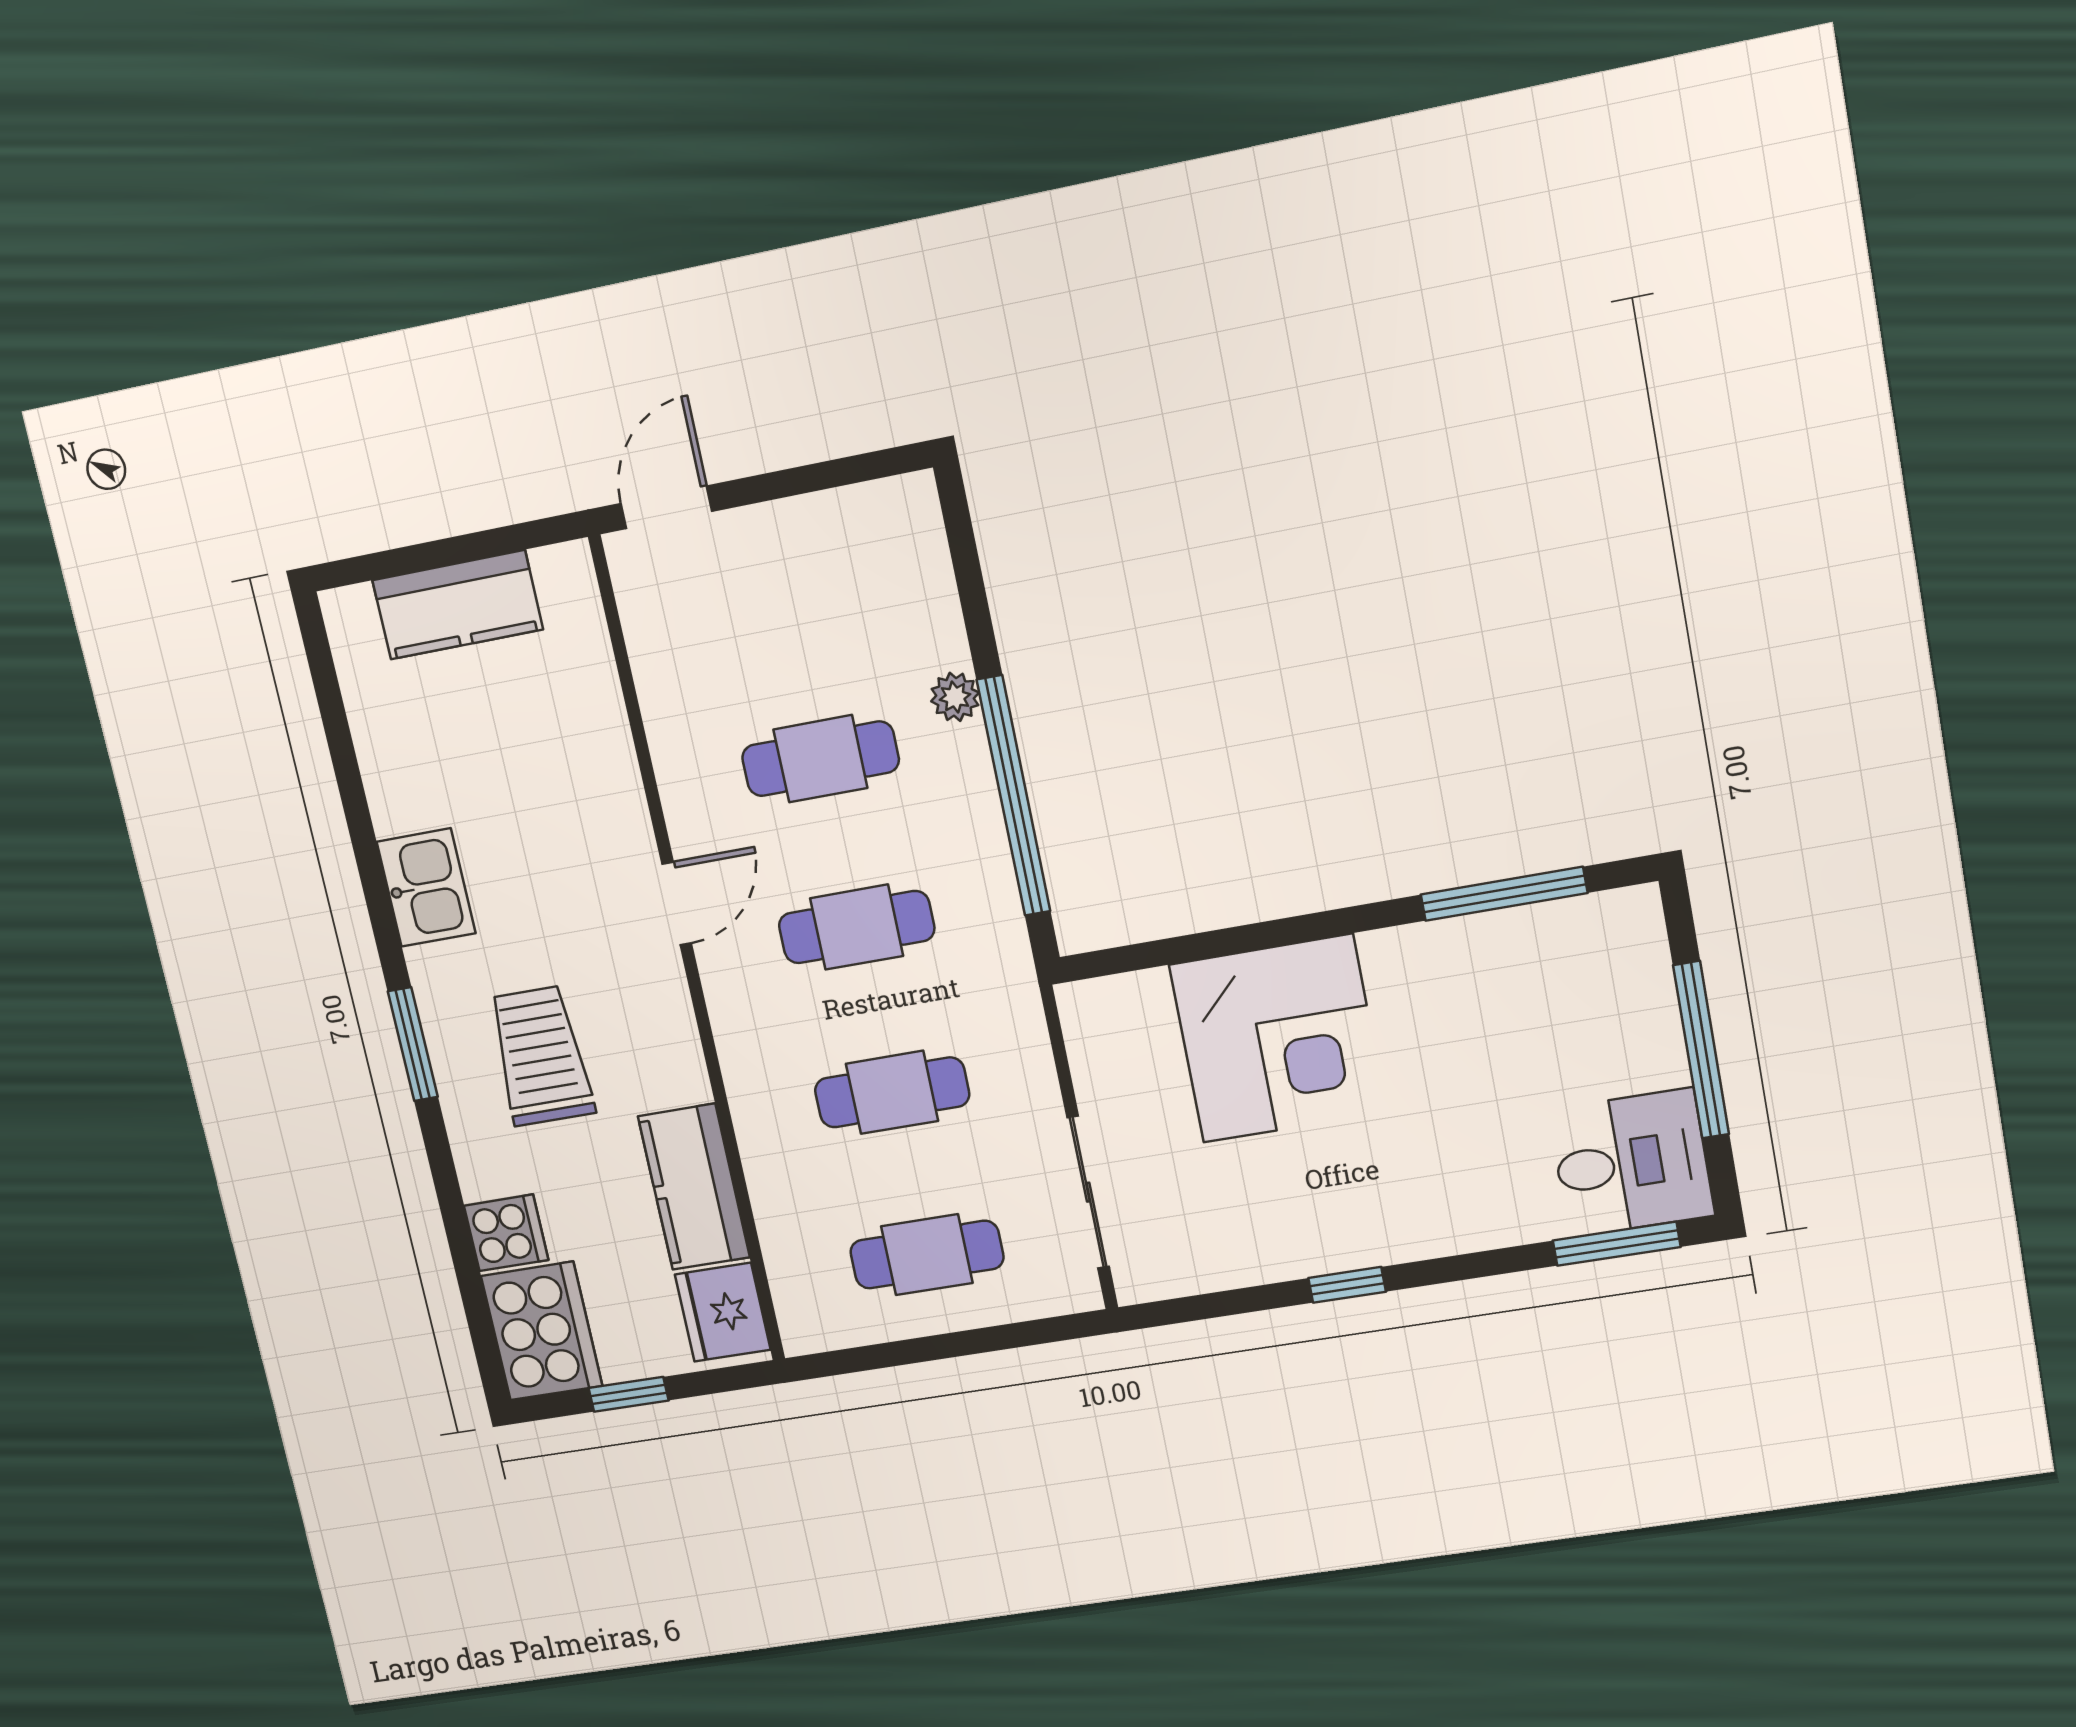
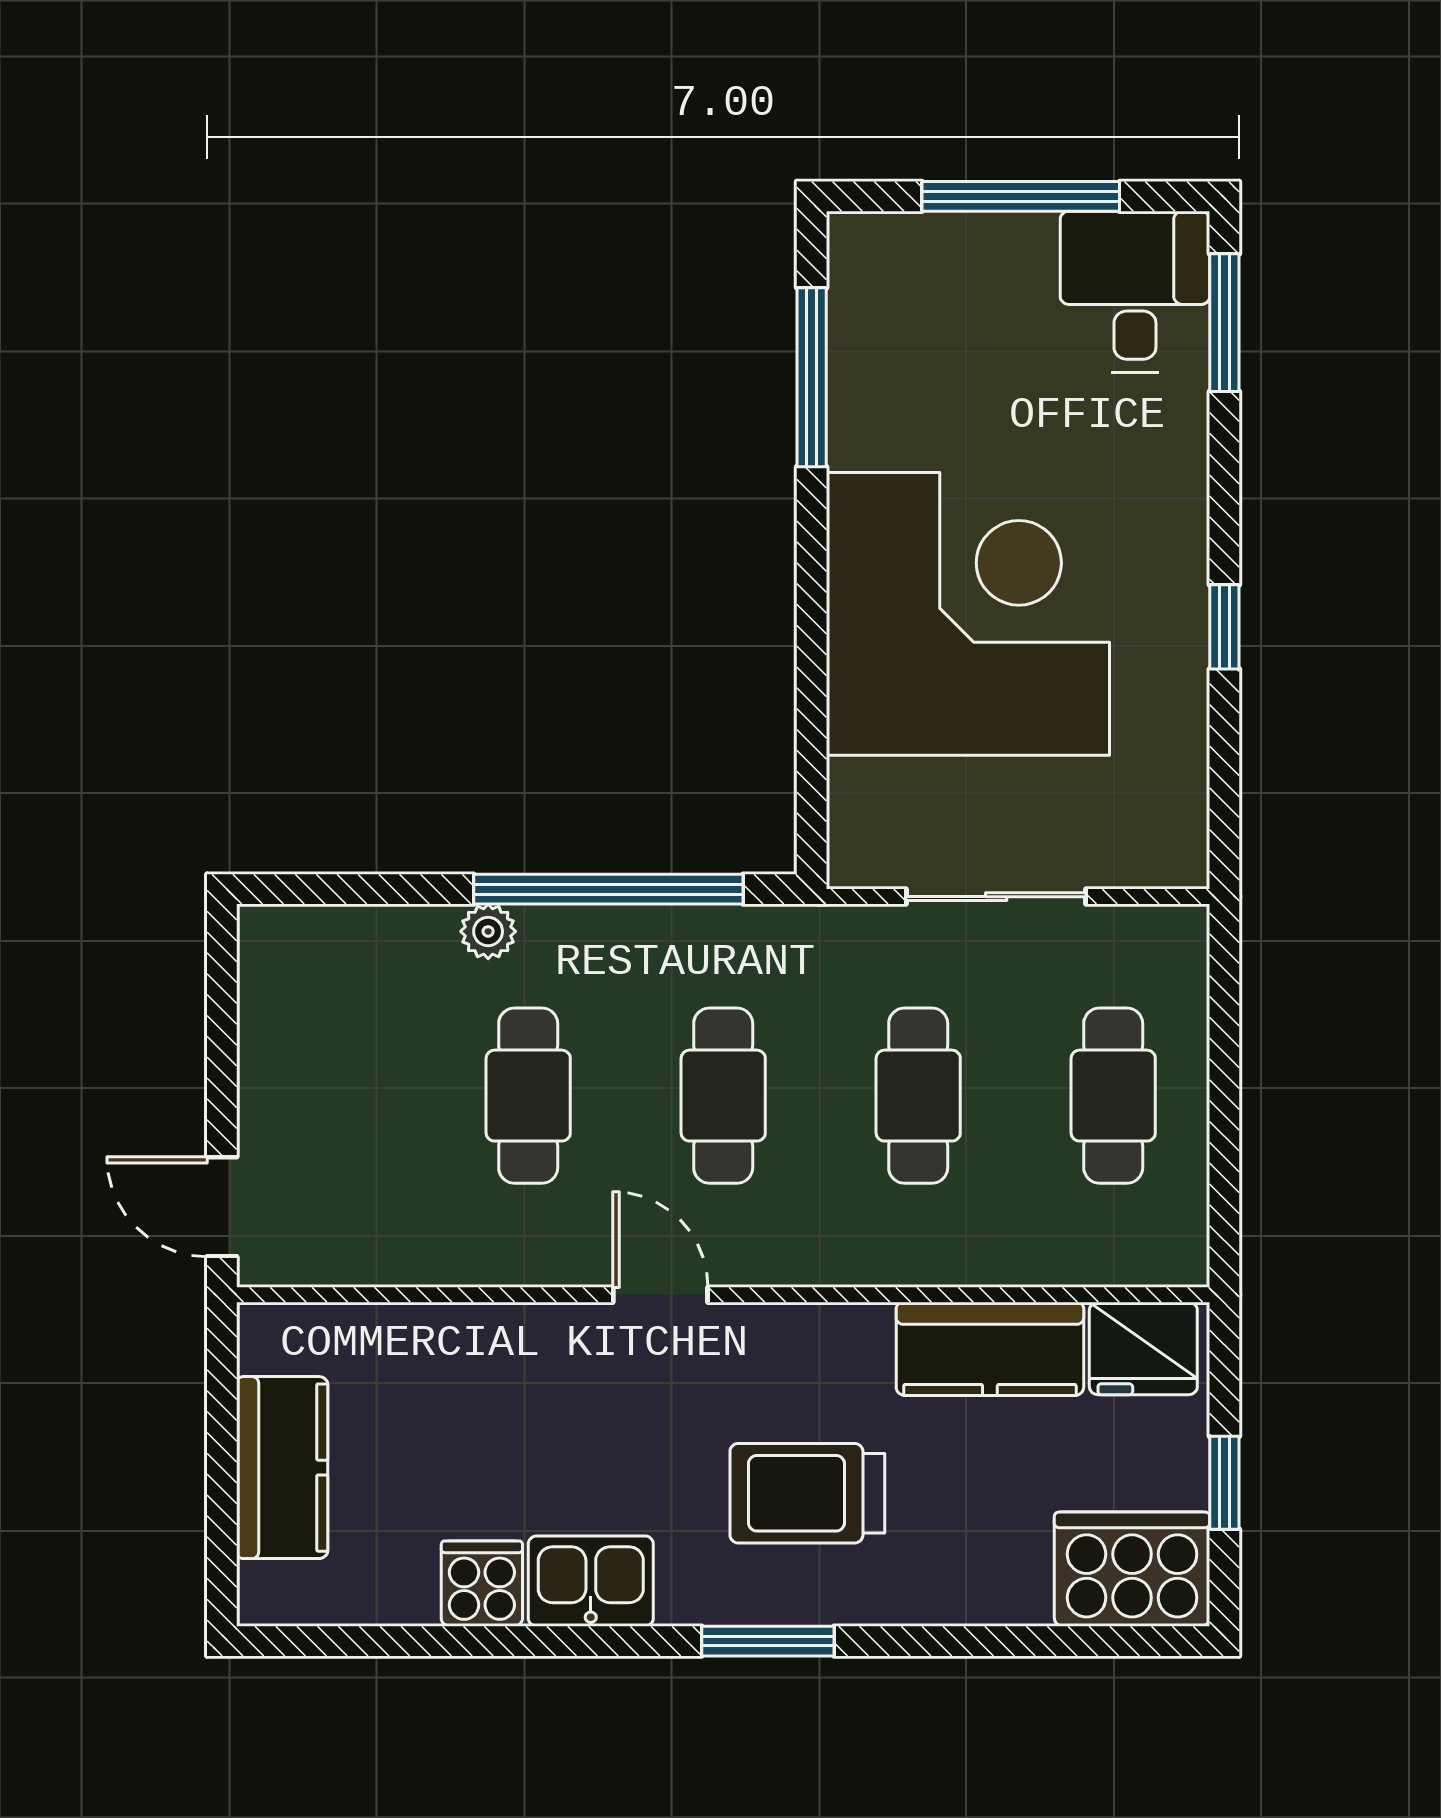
corner desk: (1278, 1039) -> (968, 614), width x1.36, depth x1.36
sliding door: (1088, 1192) -> (996, 897), moved
cooker: (506, 1233) -> (482, 1584), moved

